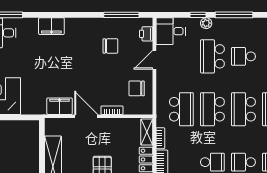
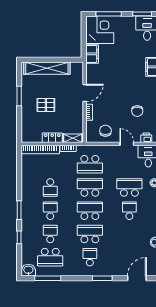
filing cabinet: (60, 106) -> (92, 54), moved

